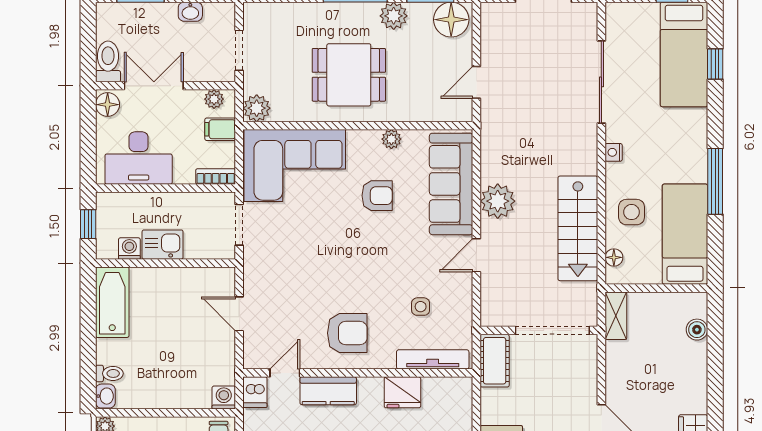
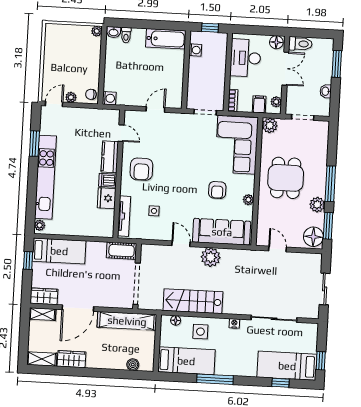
kitchen sink: (163, 245) -> (196, 69), removed
shelving: (616, 316) -> (127, 321), width x2.20, depth x1.33
dishwasher: (255, 392) -> (108, 180), moved

